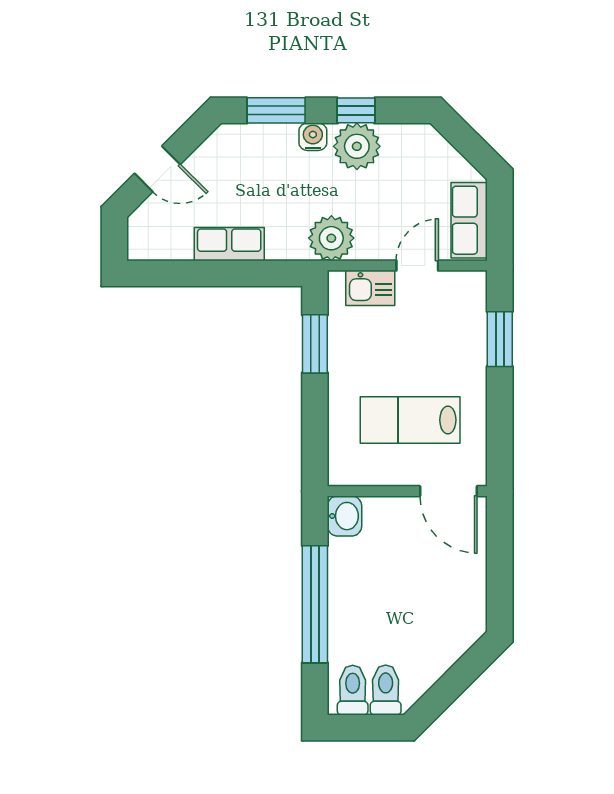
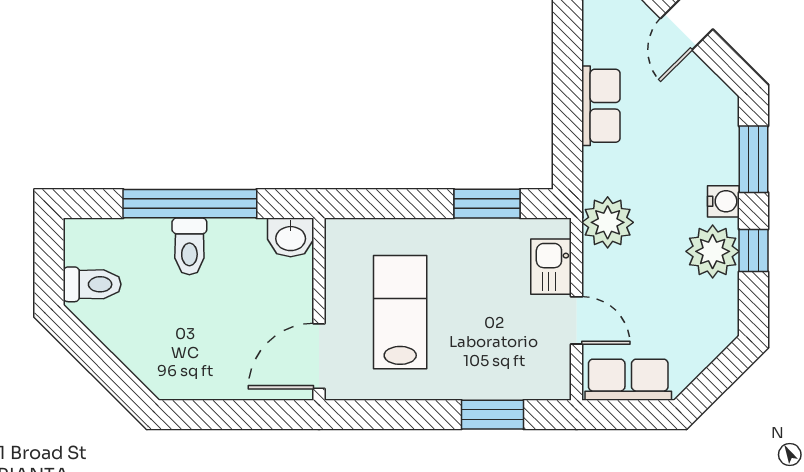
toilet: (353, 690) -> (189, 246), moved, turned 90

